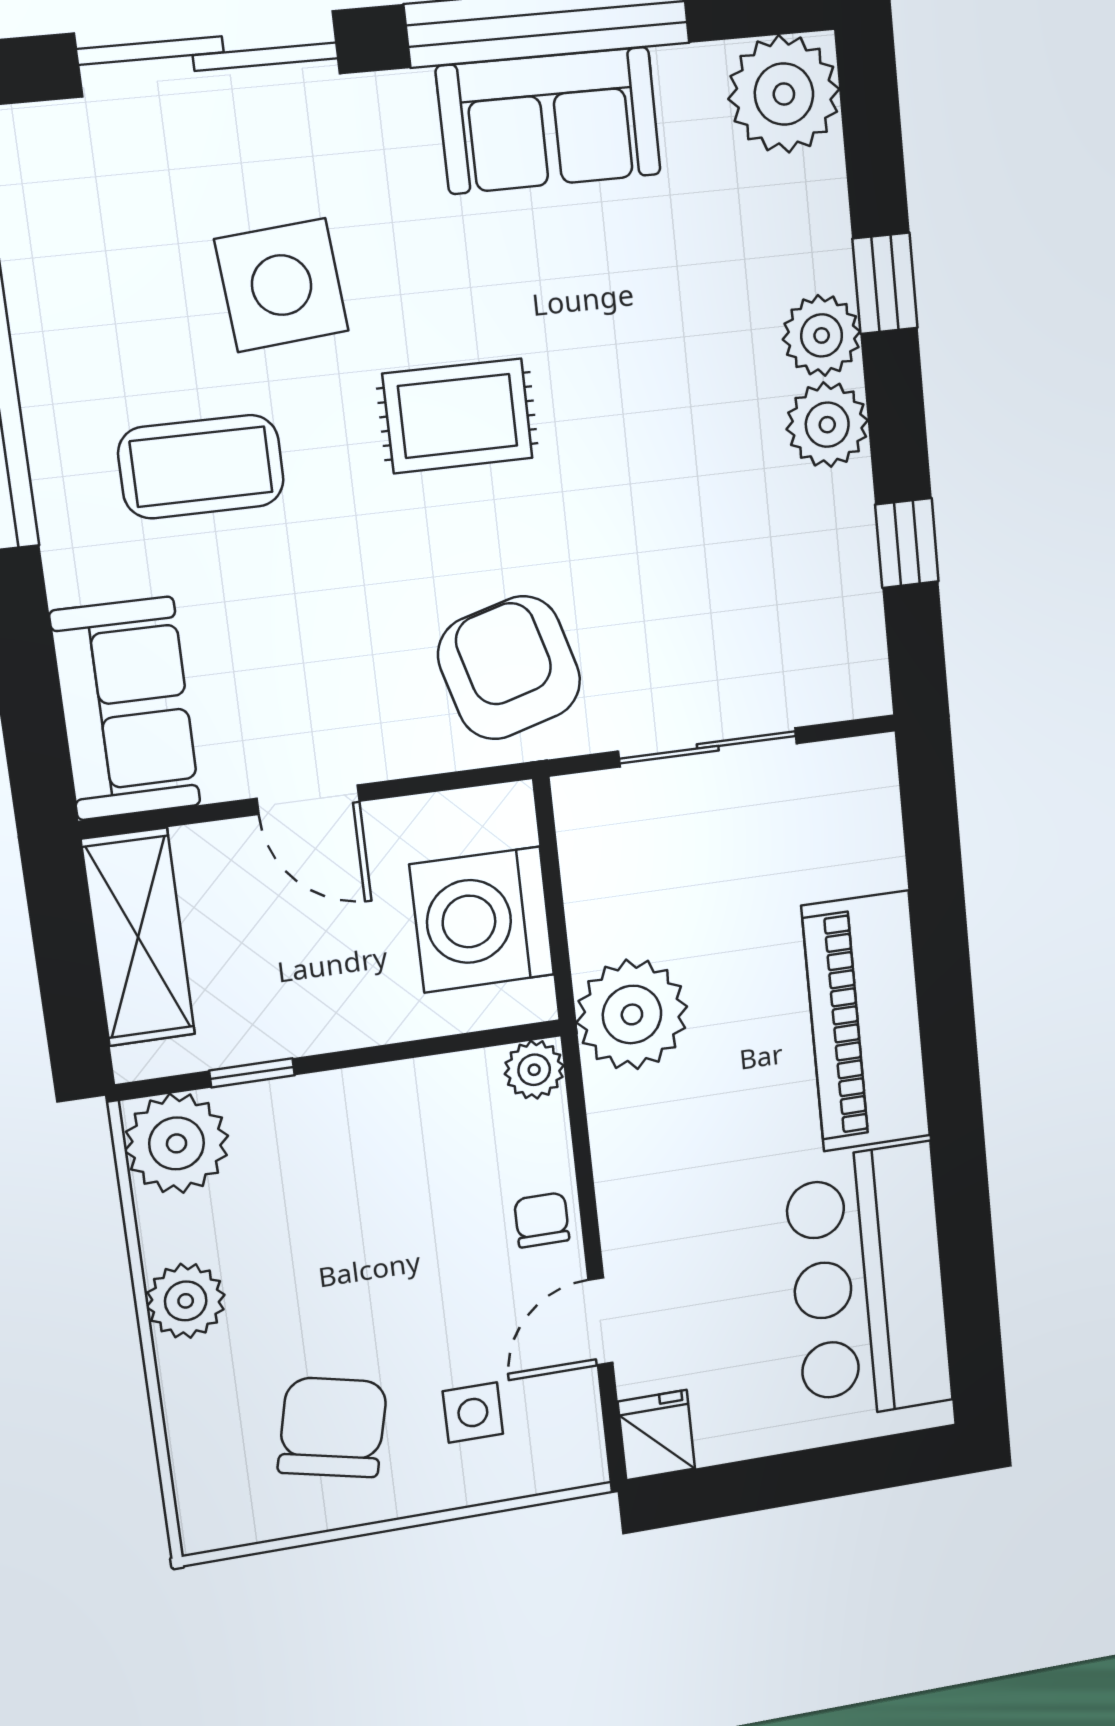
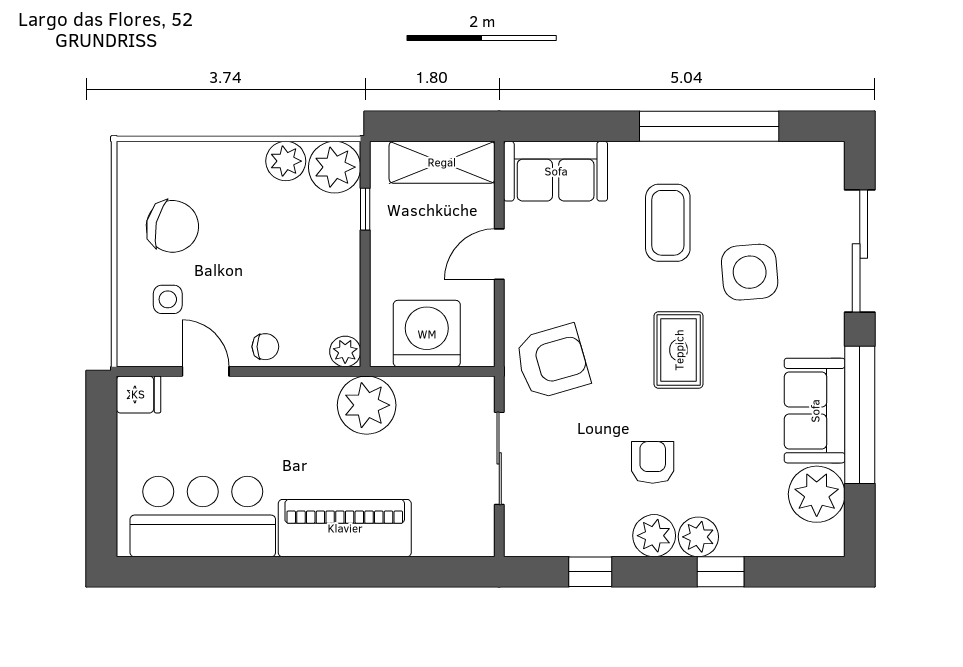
plant: (784, 94) -> (817, 494), moved
armchair: (686, 444) -> (653, 462), added
plant: (186, 1301) -> (286, 161), moved

